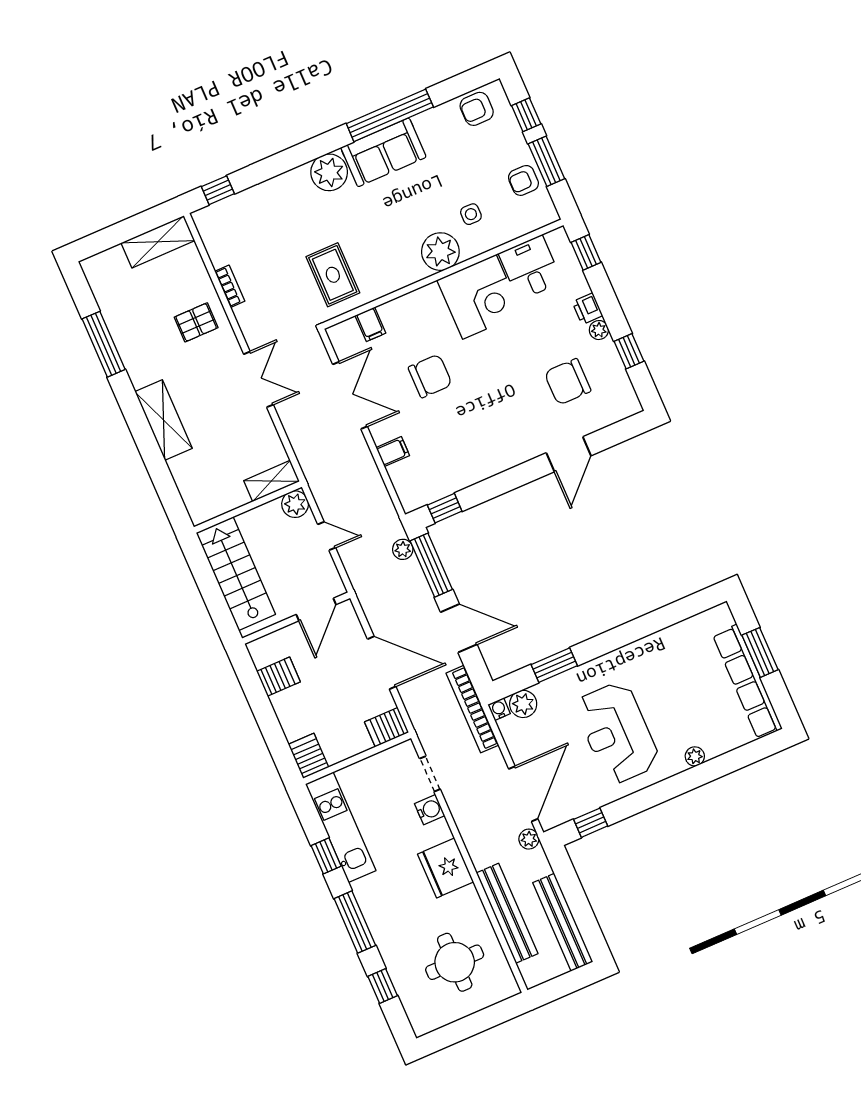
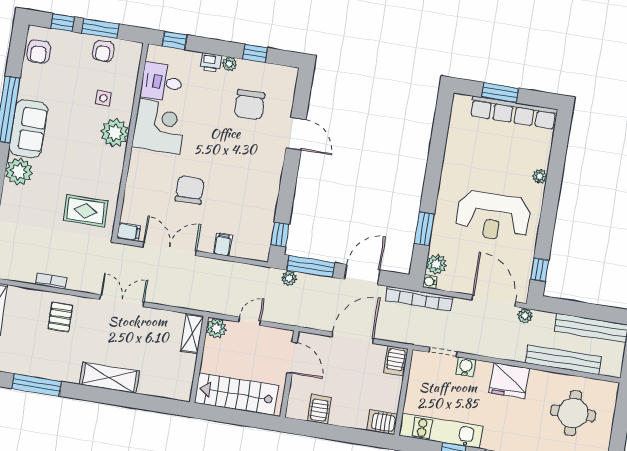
filing cabinet: (370, 324) -> (129, 232), moved

